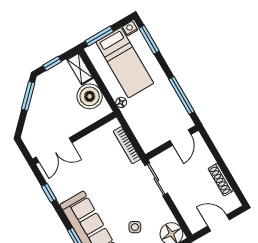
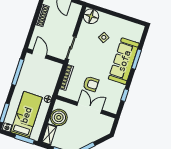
door: (180, 137) -> (39, 54), hinge flipped
double door: (54, 150) -> (89, 108), moved
armchair: (95, 166) -> (91, 84), added

